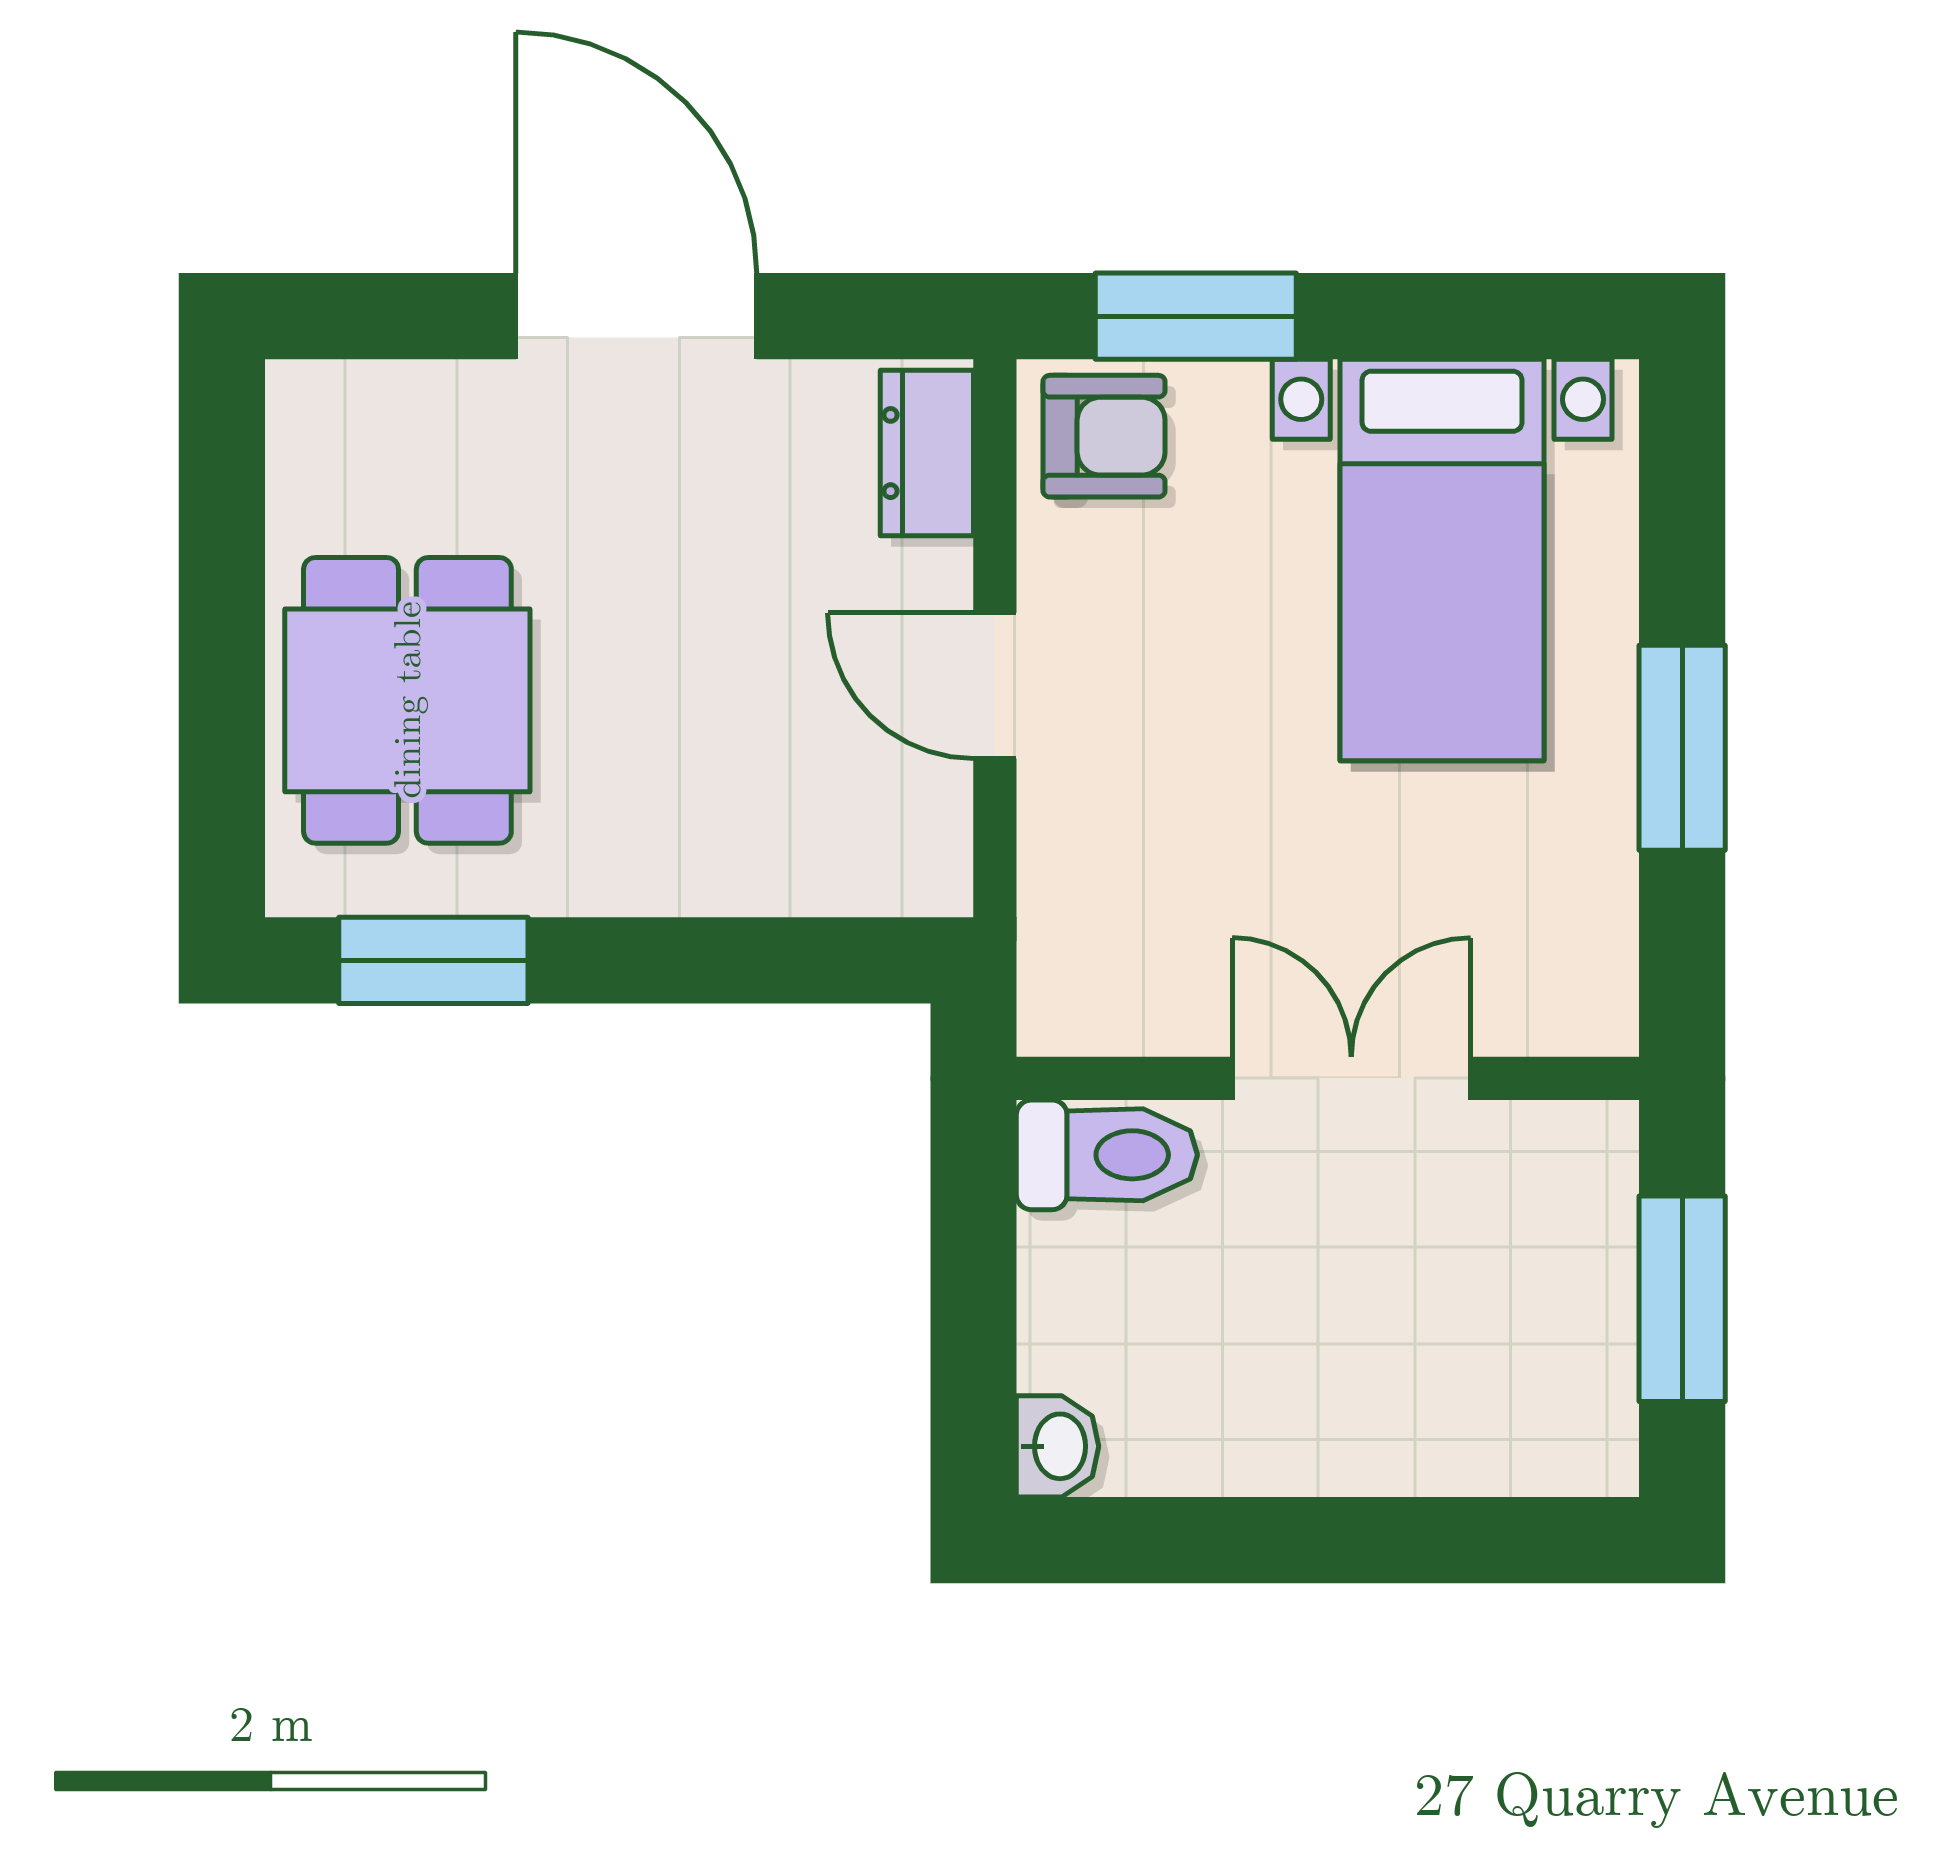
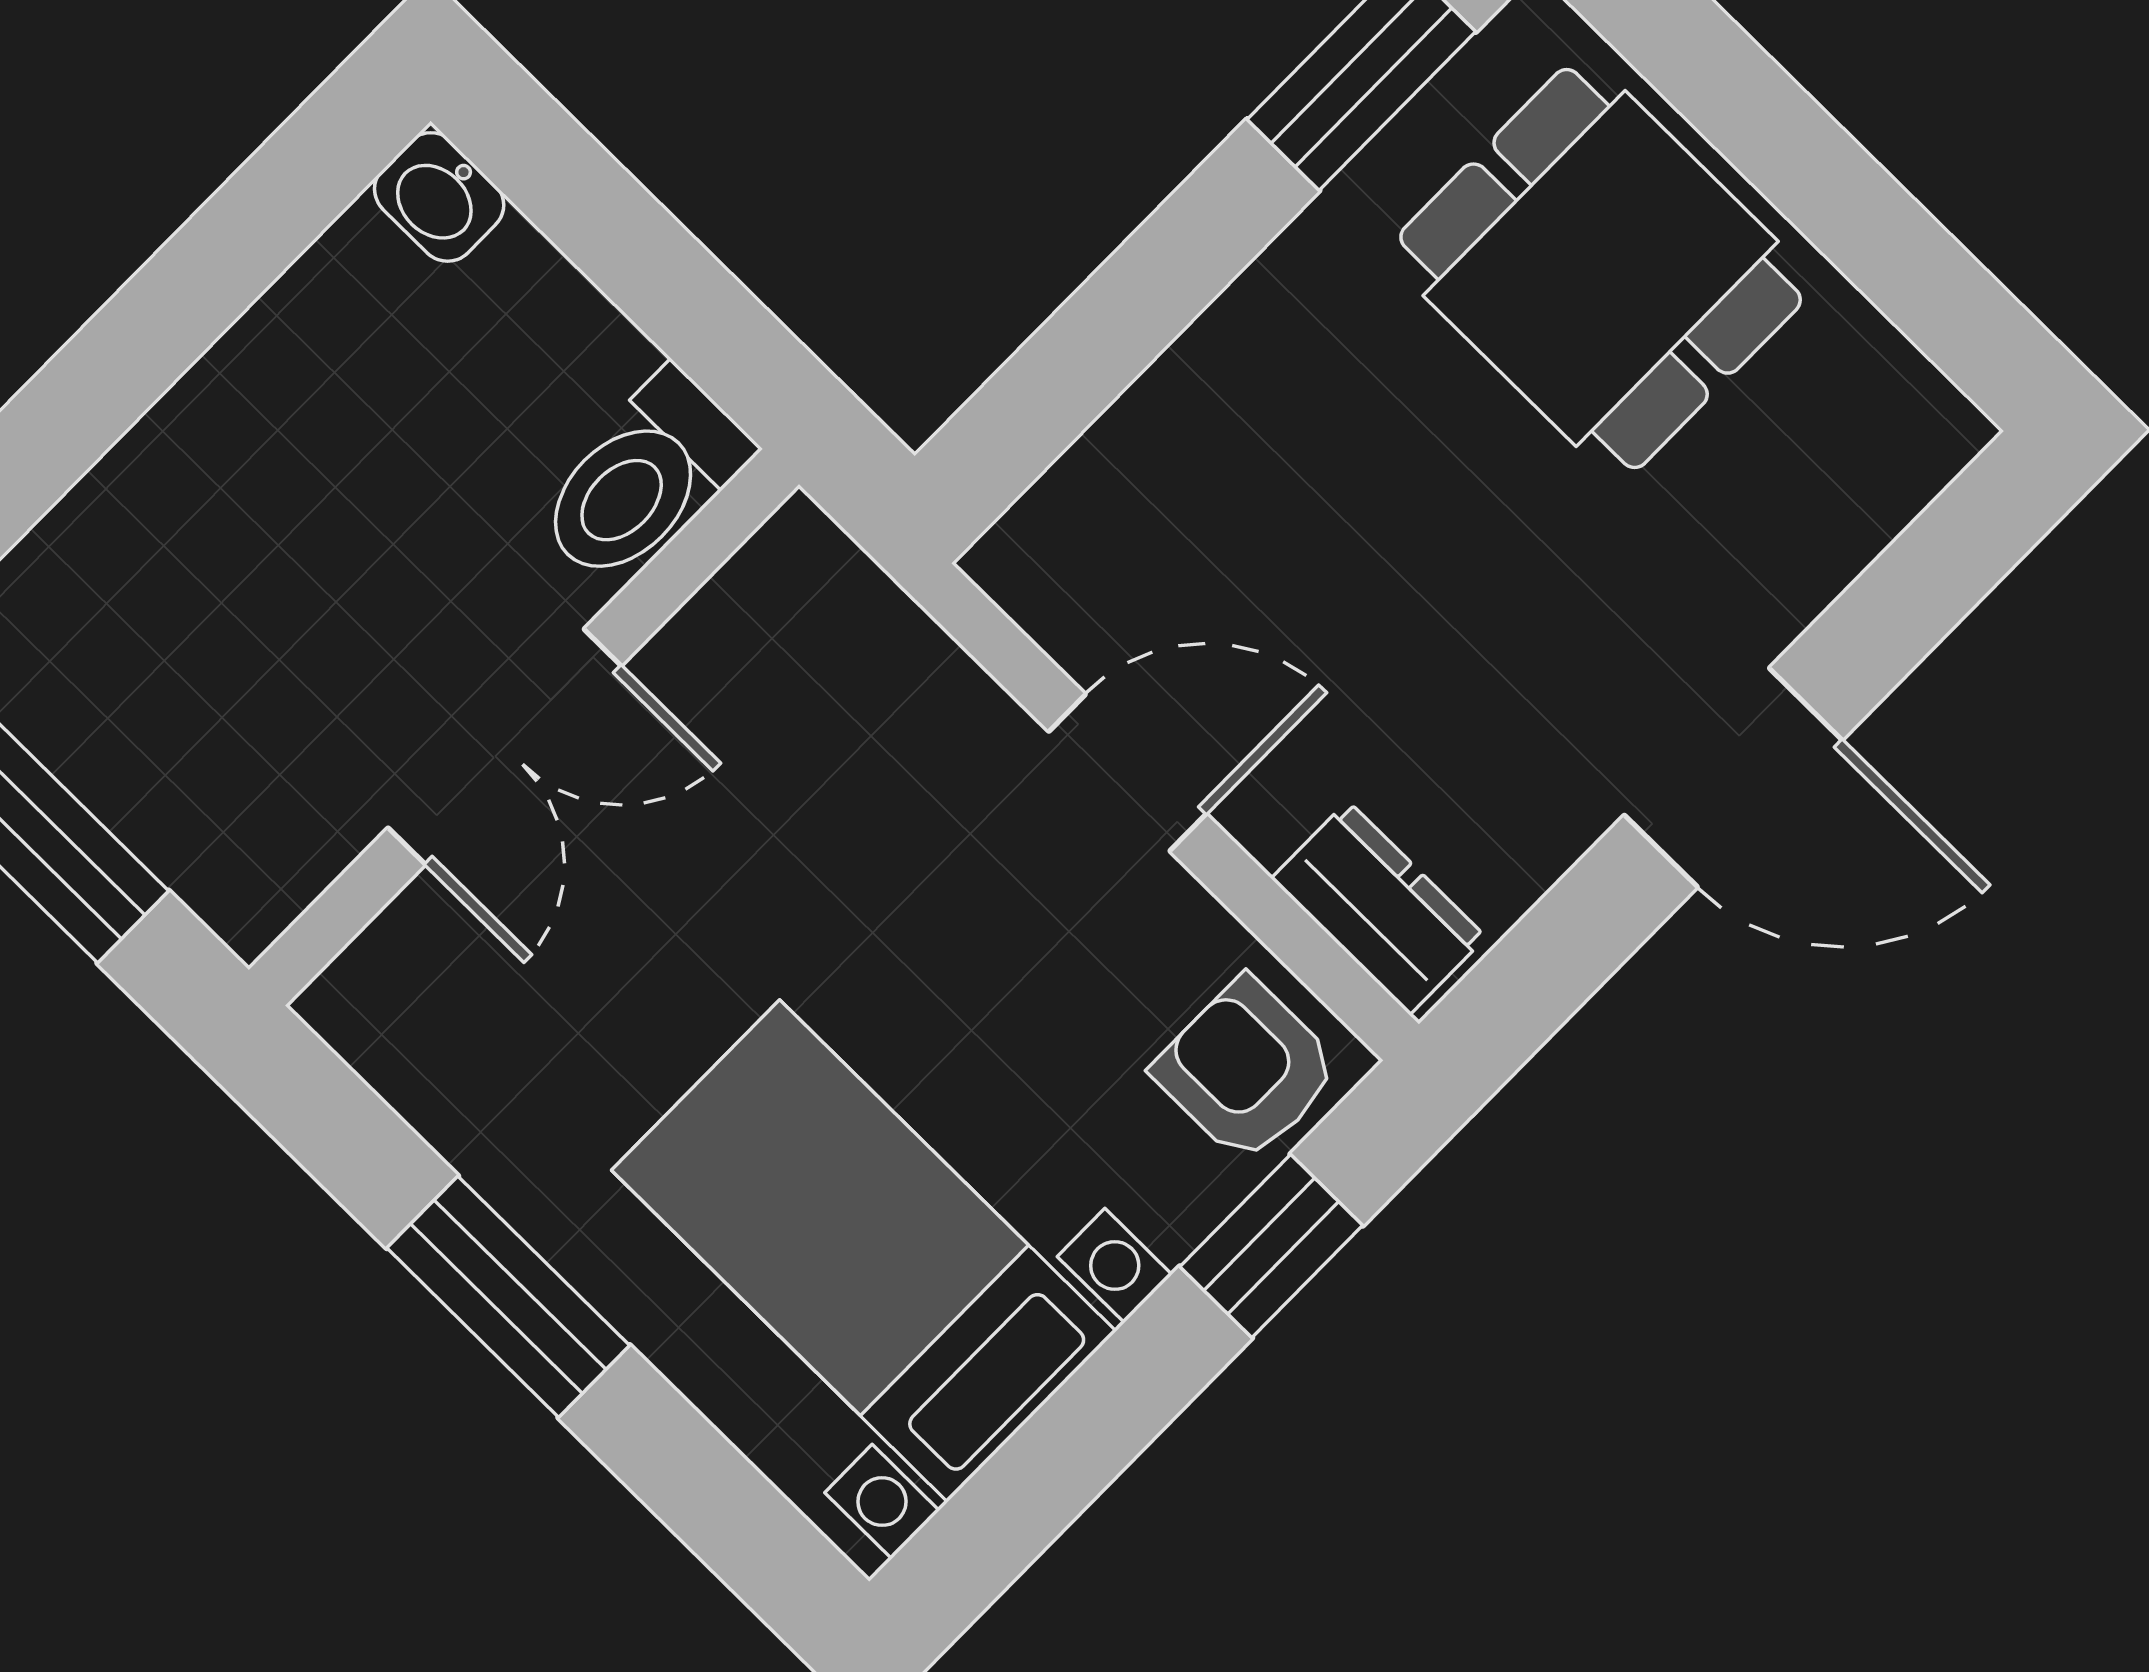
door: (636, 316) -> (1733, 778), width x0.73
window: (1196, 316) -> (1271, 1246), width x0.67
armchair: (1104, 436) -> (1247, 1070), turned 90

